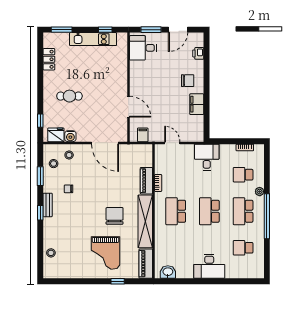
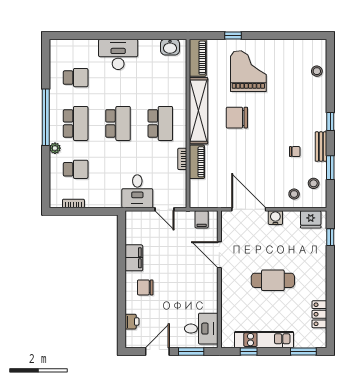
cafe table: (69, 96) -> (273, 280), moved, width x1.37, depth x1.35
water cooler: (70, 136) -> (275, 218), moved
desk: (207, 157) -> (137, 191), moved
bench: (48, 205) -> (321, 147), moved
chair: (115, 216) -> (237, 118), turned 90

